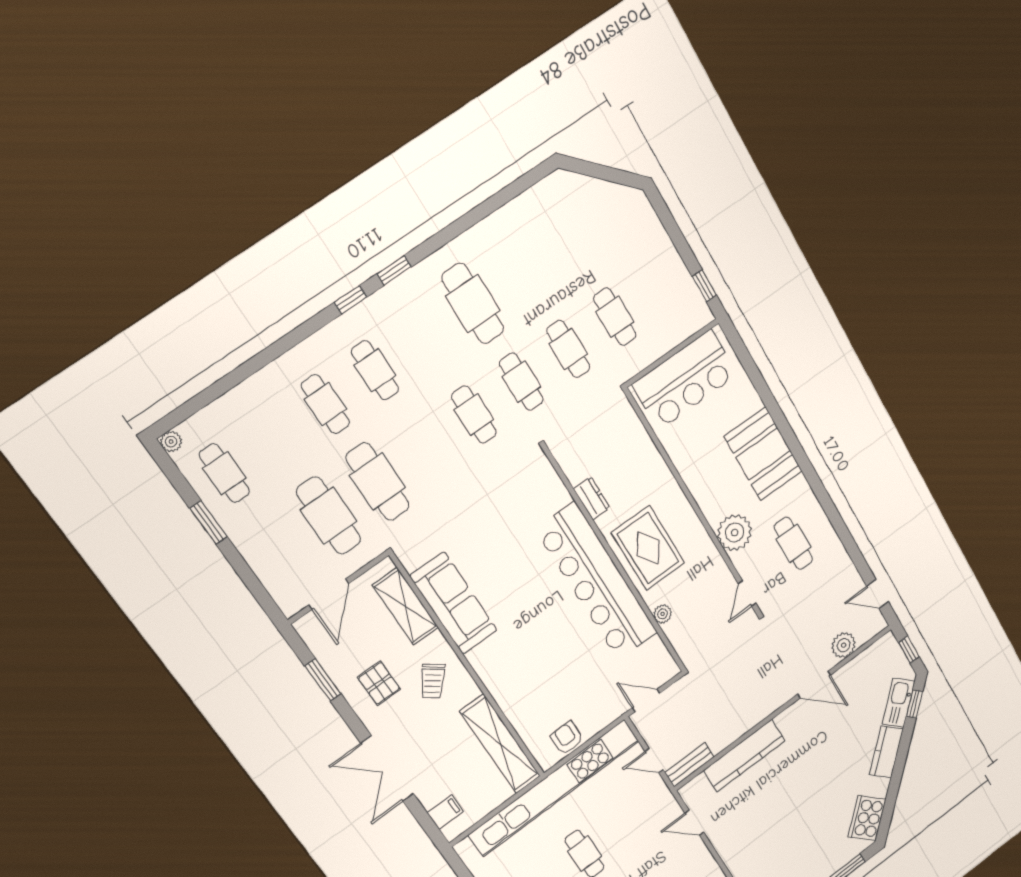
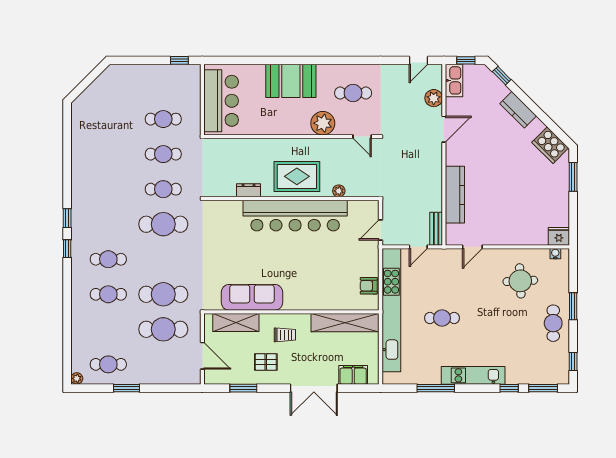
cafe table: (473, 304) -> (108, 189), removed
cafe table: (474, 415) -> (163, 224), width x1.37, depth x1.35
trolley: (433, 681) -> (285, 335), turned -38
kitchen sink: (899, 703) -> (454, 80), moved, turned -135
filing cabinet: (445, 812) -> (353, 375), width x2.00

